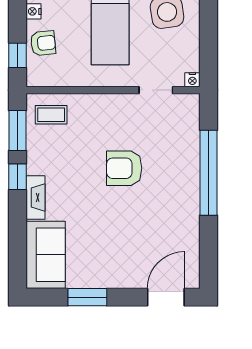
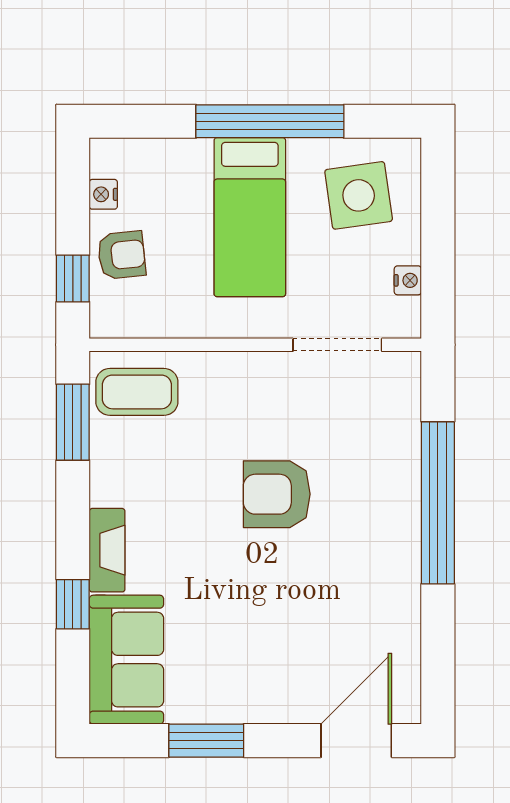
nightstand: (192, 80) -> (408, 280), moved, turned -90
doorway: (156, 90) -> (337, 345), width x1.38
coffee table: (51, 115) -> (137, 392), width x1.36, depth x1.30
window: (18, 177) -> (73, 604), moved

